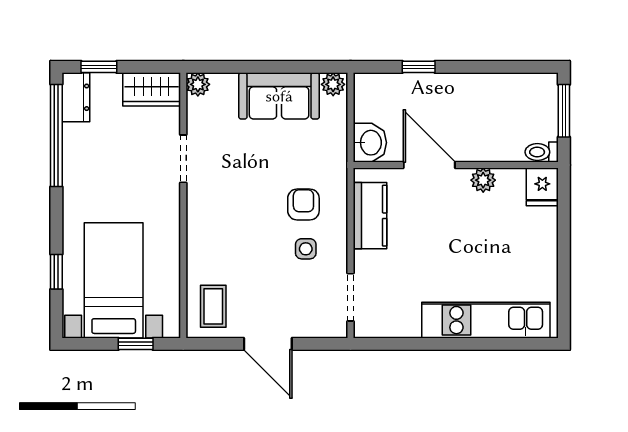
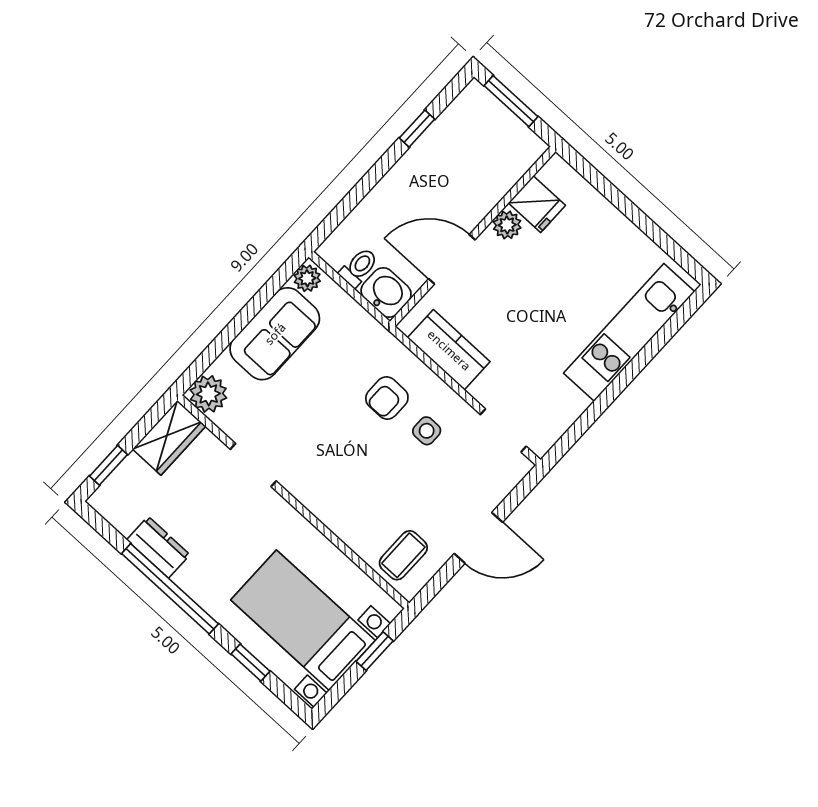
window: (419, 67) -> (417, 129), moved
plant: (198, 84) -> (208, 394), width x1.38, depth x1.38
dresser: (76, 97) -> (158, 547), moved
window: (56, 136) -> (170, 589), moved
toilet: (542, 152) -> (359, 267), moved, turned 180
fridge: (542, 187) -> (537, 204), moved
armchair: (303, 205) -> (387, 398), turned -90
coffee table: (213, 306) -> (403, 555), turned 90

